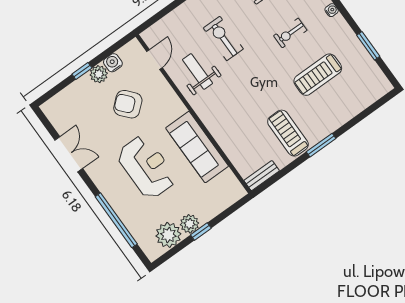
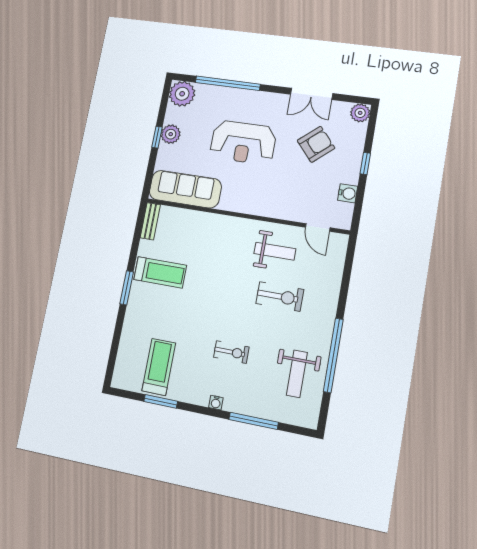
exercise bike: (290, 33) -> (231, 352), turned 90
plant: (99, 74) -> (360, 113), moved
treadmill: (318, 75) -> (159, 367), moved
armchair: (128, 104) -> (316, 144), moved
sofa: (197, 147) -> (185, 189), moved
plant: (168, 235) -> (182, 94), moved

